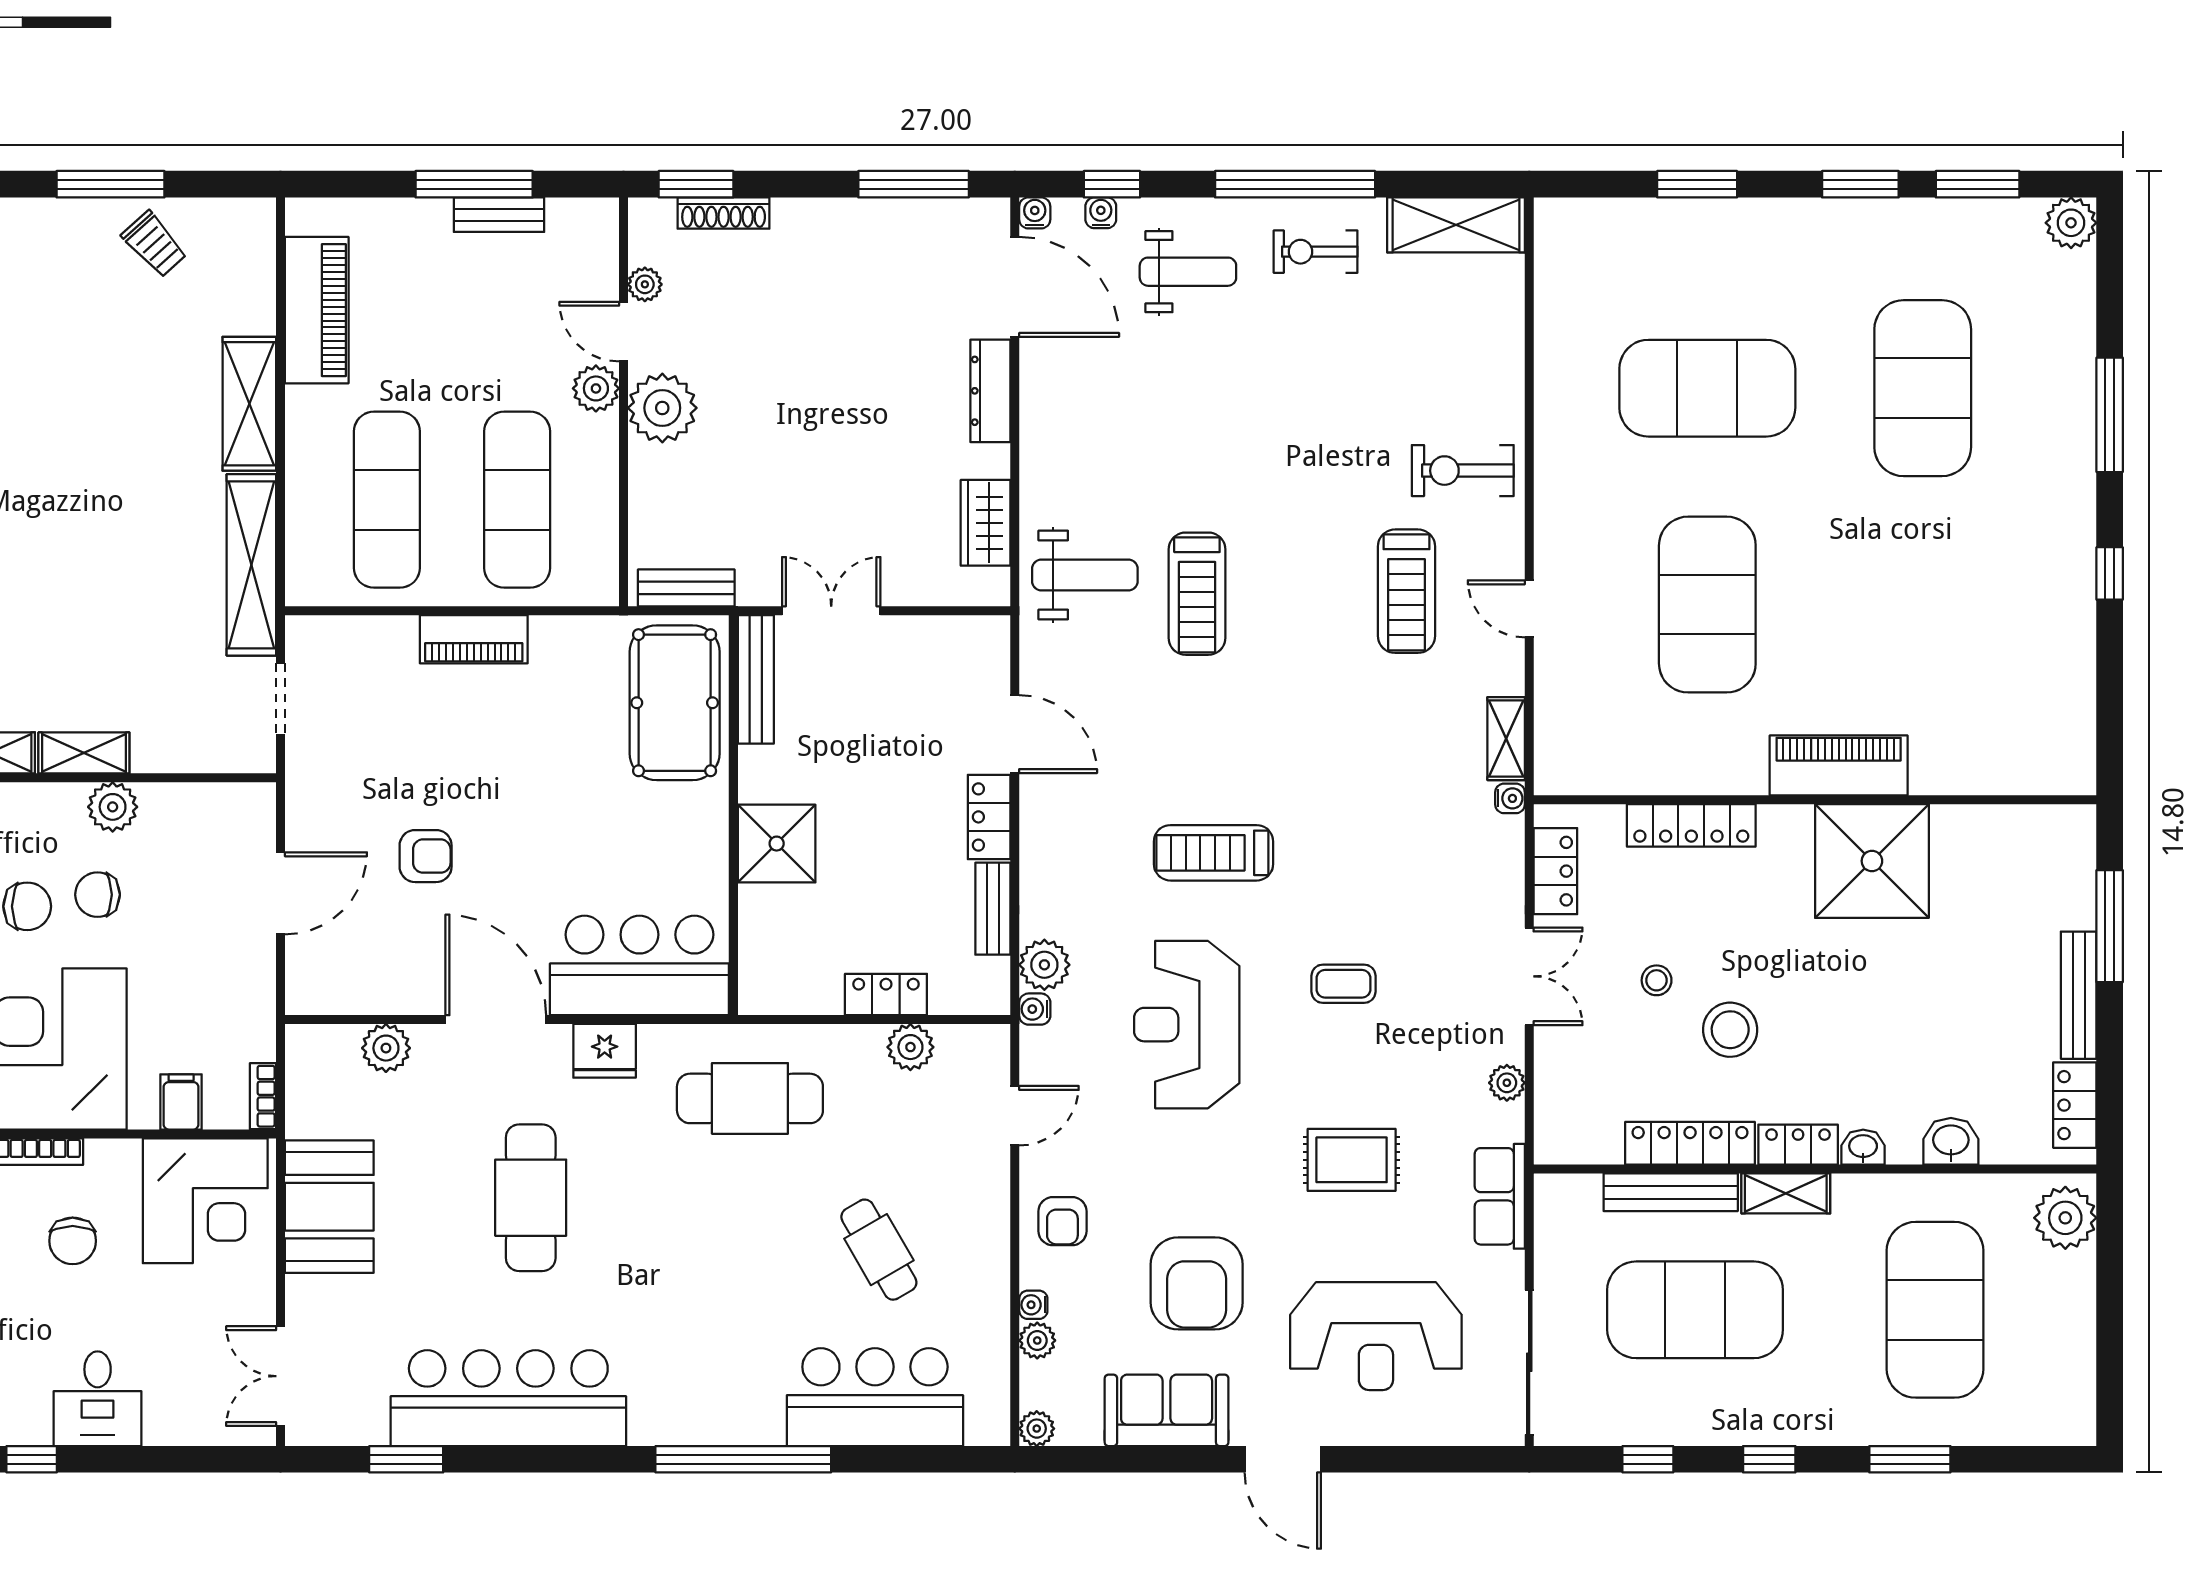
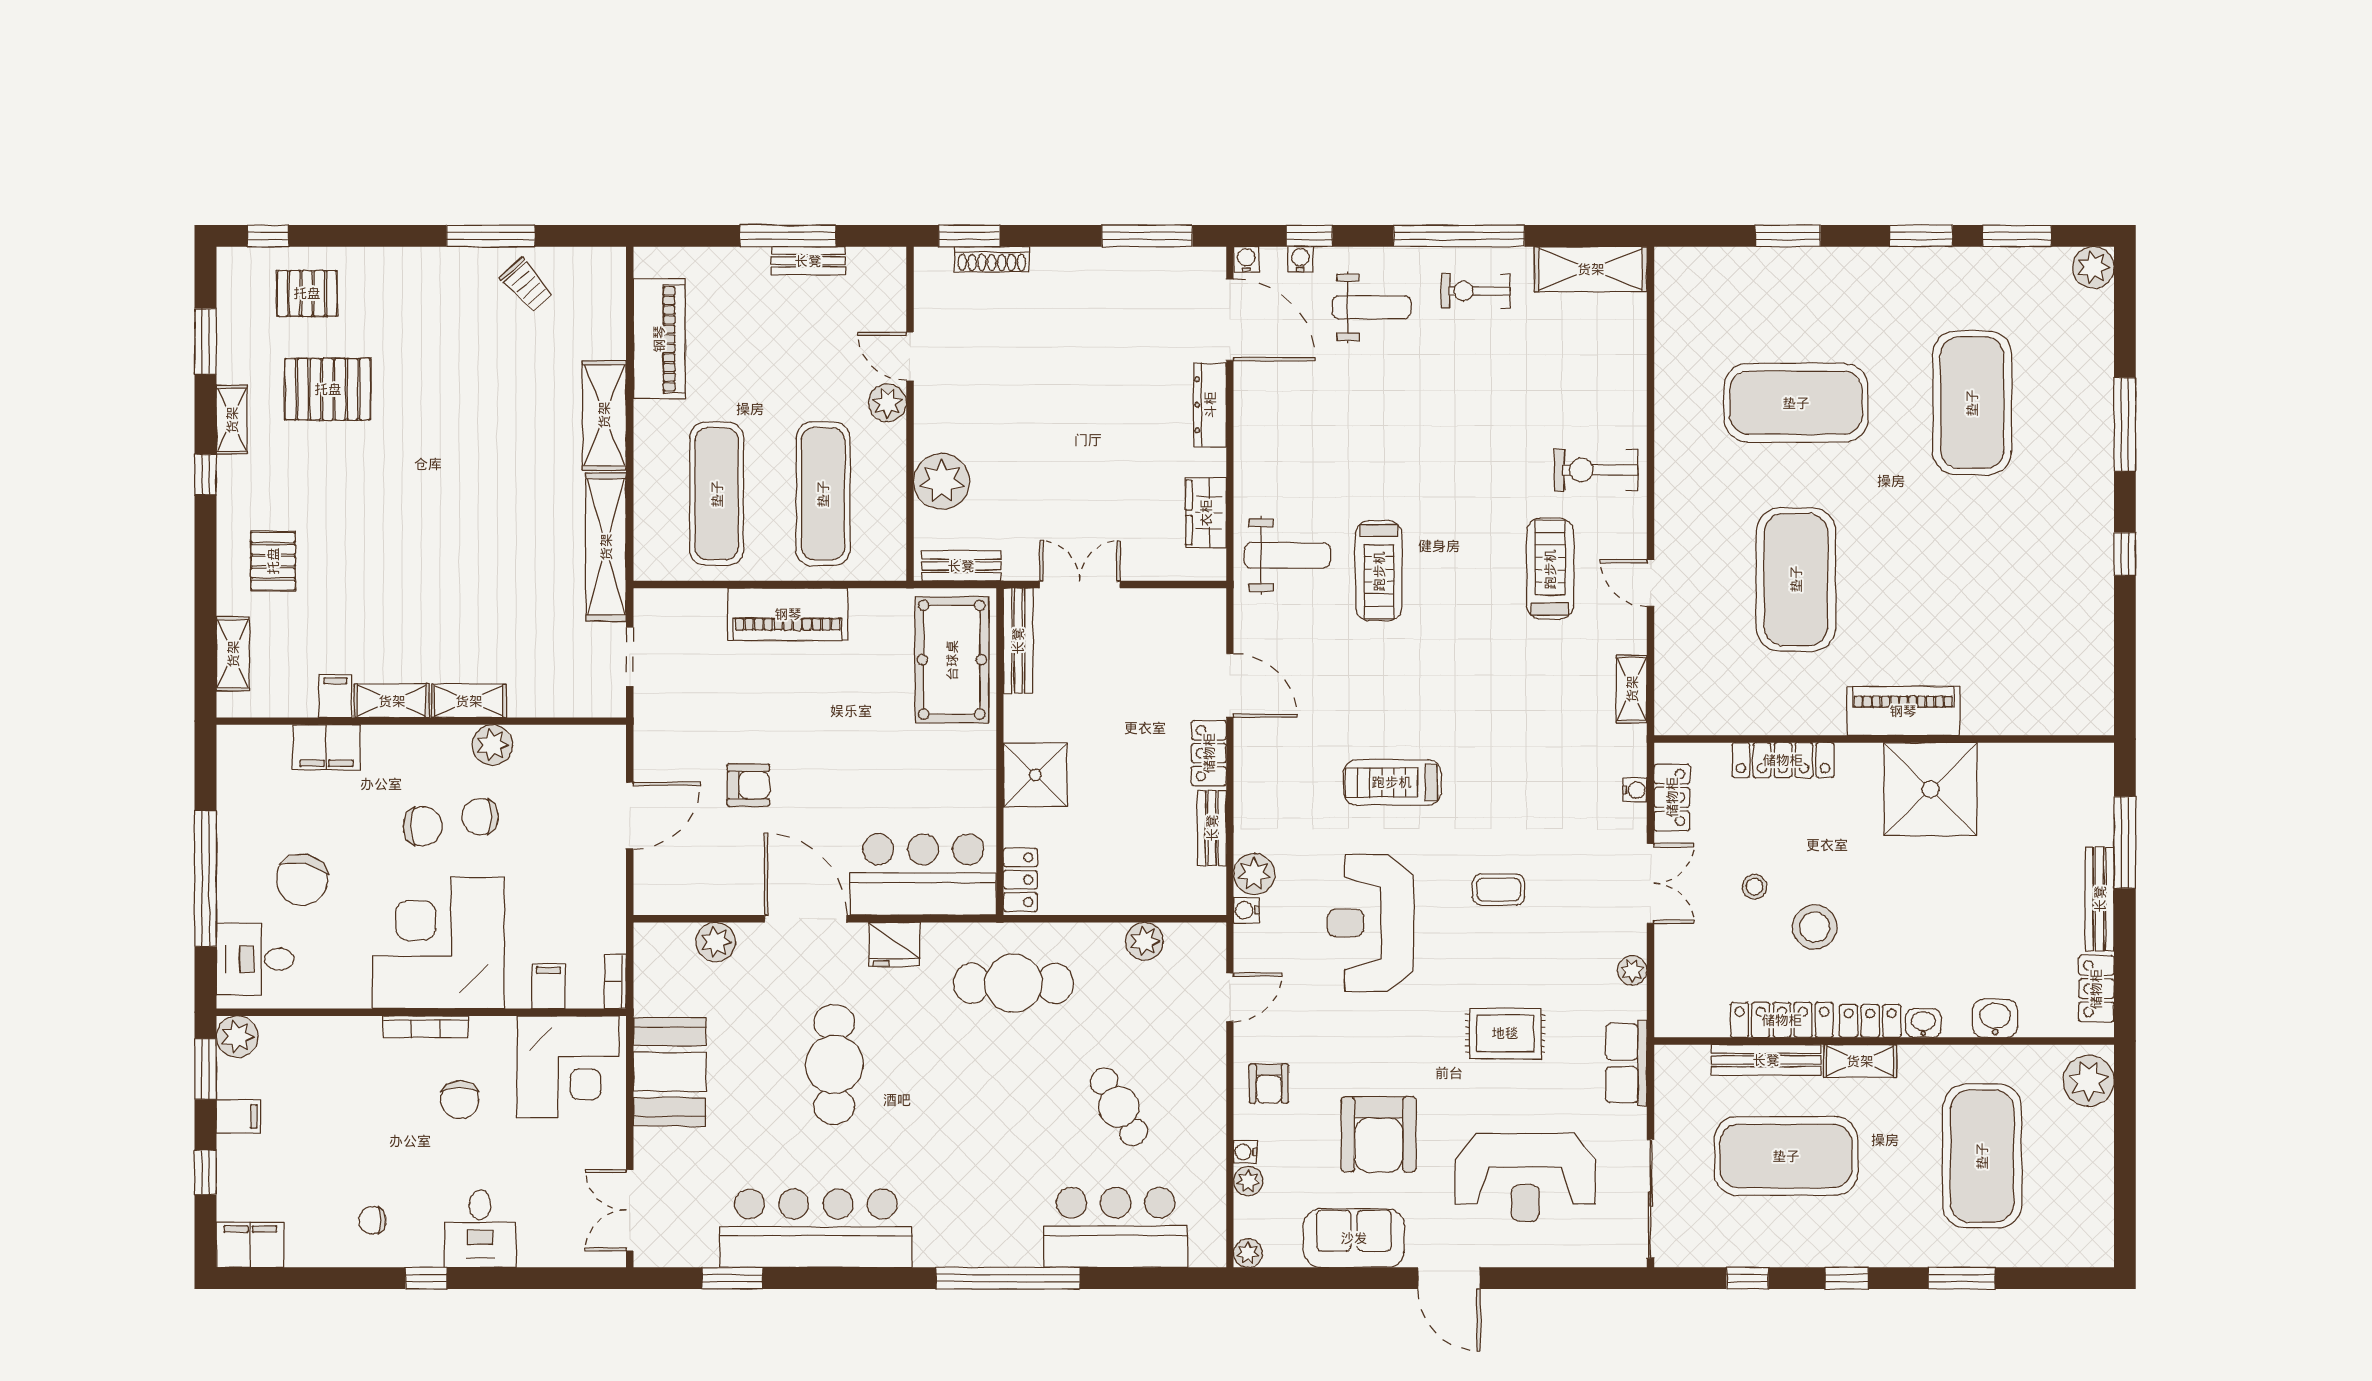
plant: (645, 284) -> (927, 318), removed
plant: (662, 408) -> (942, 481), moved
treadmill: (1407, 591) -> (1550, 569), turned 180
piano: (474, 639) -> (788, 614), width x1.37, depth x1.33
water cooler: (1510, 798) -> (1635, 790), moved
locker: (886, 994) -> (1020, 880), moved, turned 90

